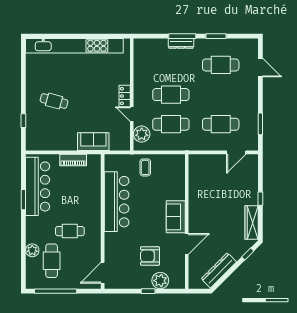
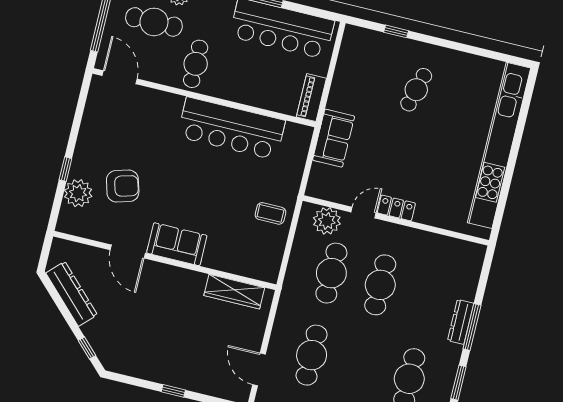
bar counter: (117, 202) -> (231, 129), moved
wall: (103, 221) -> (204, 98), moved
wardrobe: (252, 223) -> (234, 292), moved, turned 180
armchair: (150, 256) -> (123, 186), turned 74
door: (103, 273) -> (120, 77), moved

